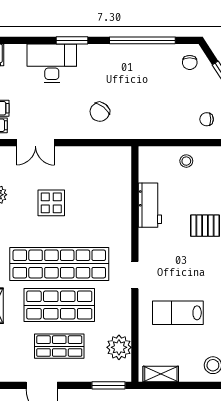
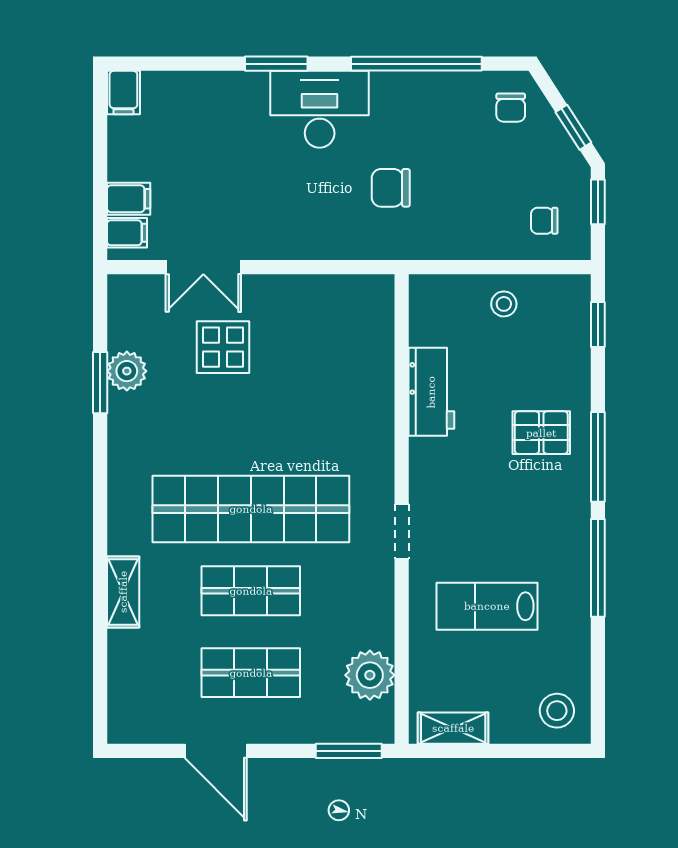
desk: (52, 63) -> (320, 109), moved
chair: (100, 112) -> (391, 188), moved, turned 51
display table: (51, 203) -> (223, 347), moved
shop shelf: (59, 305) -> (251, 591), width x0.70, depth x0.74

